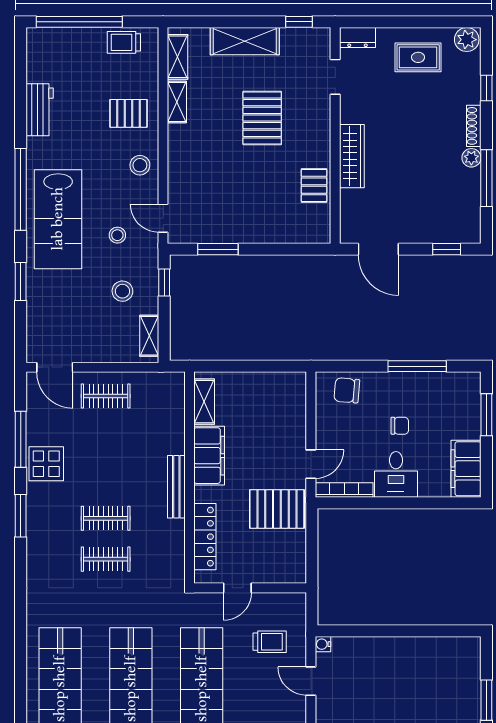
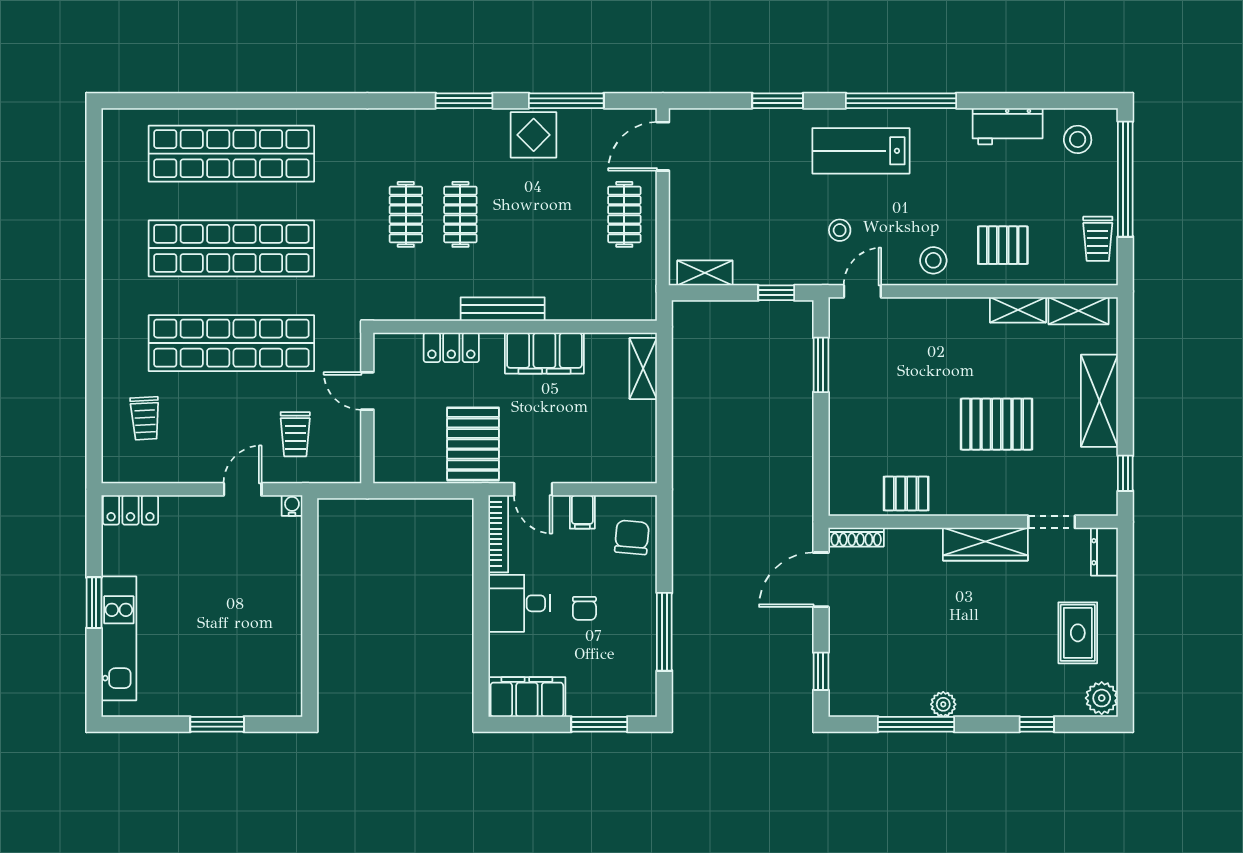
trolley: (124, 42) -> (1098, 239), turned 180
pallet: (129, 113) -> (1003, 245), turned 90
shoe rack: (474, 126) -> (856, 537), moved, turned 180
wardrobe: (352, 156) -> (985, 544), moved
lab bench: (58, 219) -> (861, 151), width x0.73, depth x0.72
stool: (122, 291) -> (1078, 139), moved
shelving: (204, 402) -> (643, 369), moved, turned 90
filing cabinet: (328, 427) -> (582, 512), added
locker: (205, 537) -> (451, 347), width x0.66

